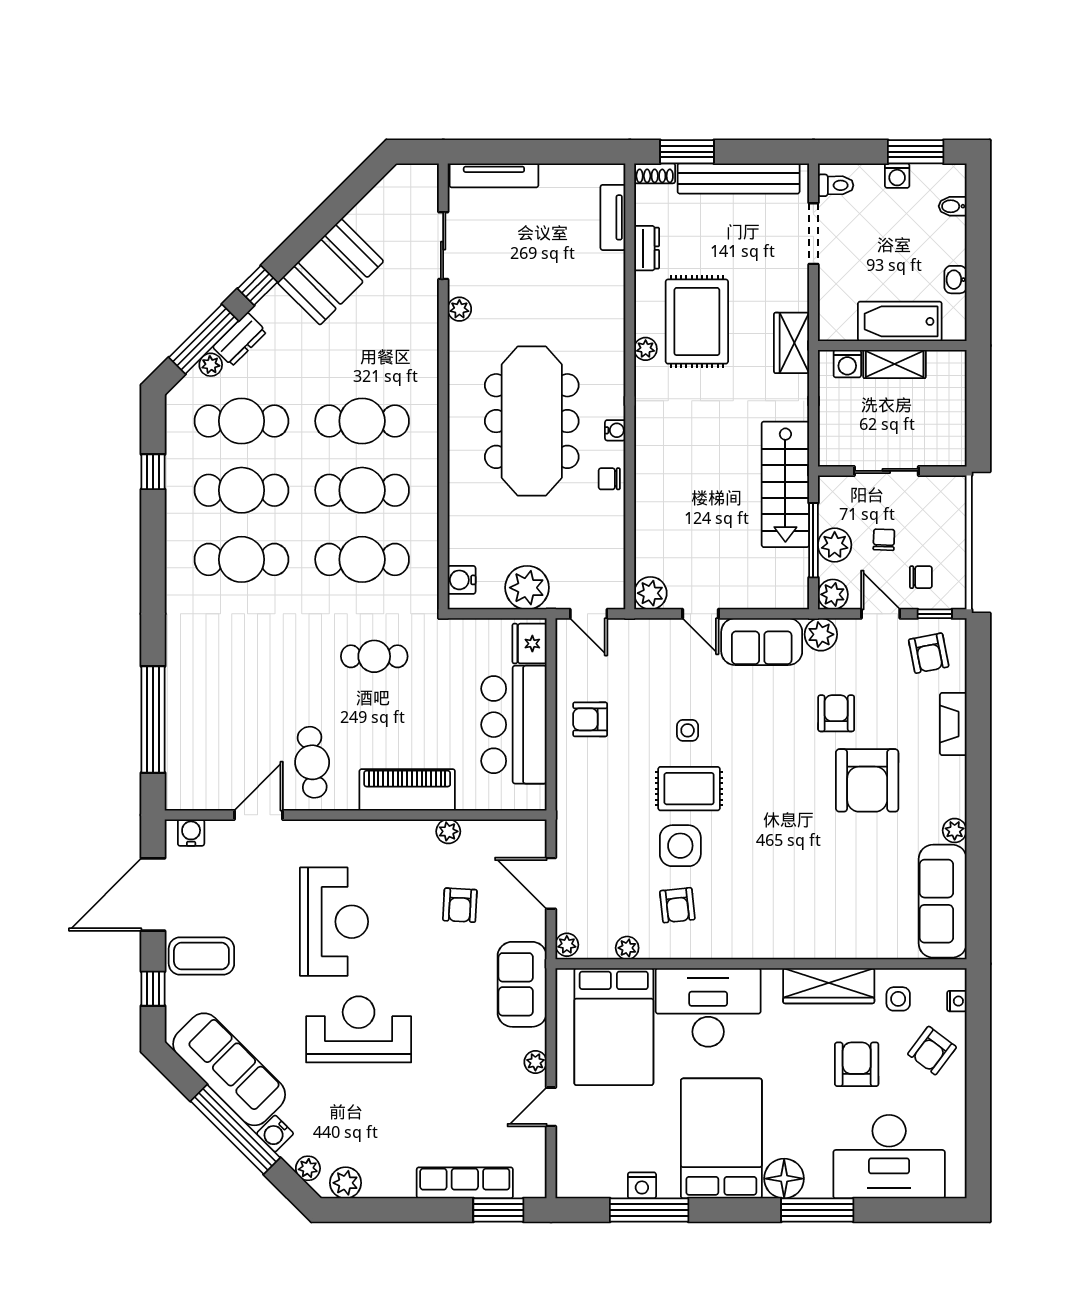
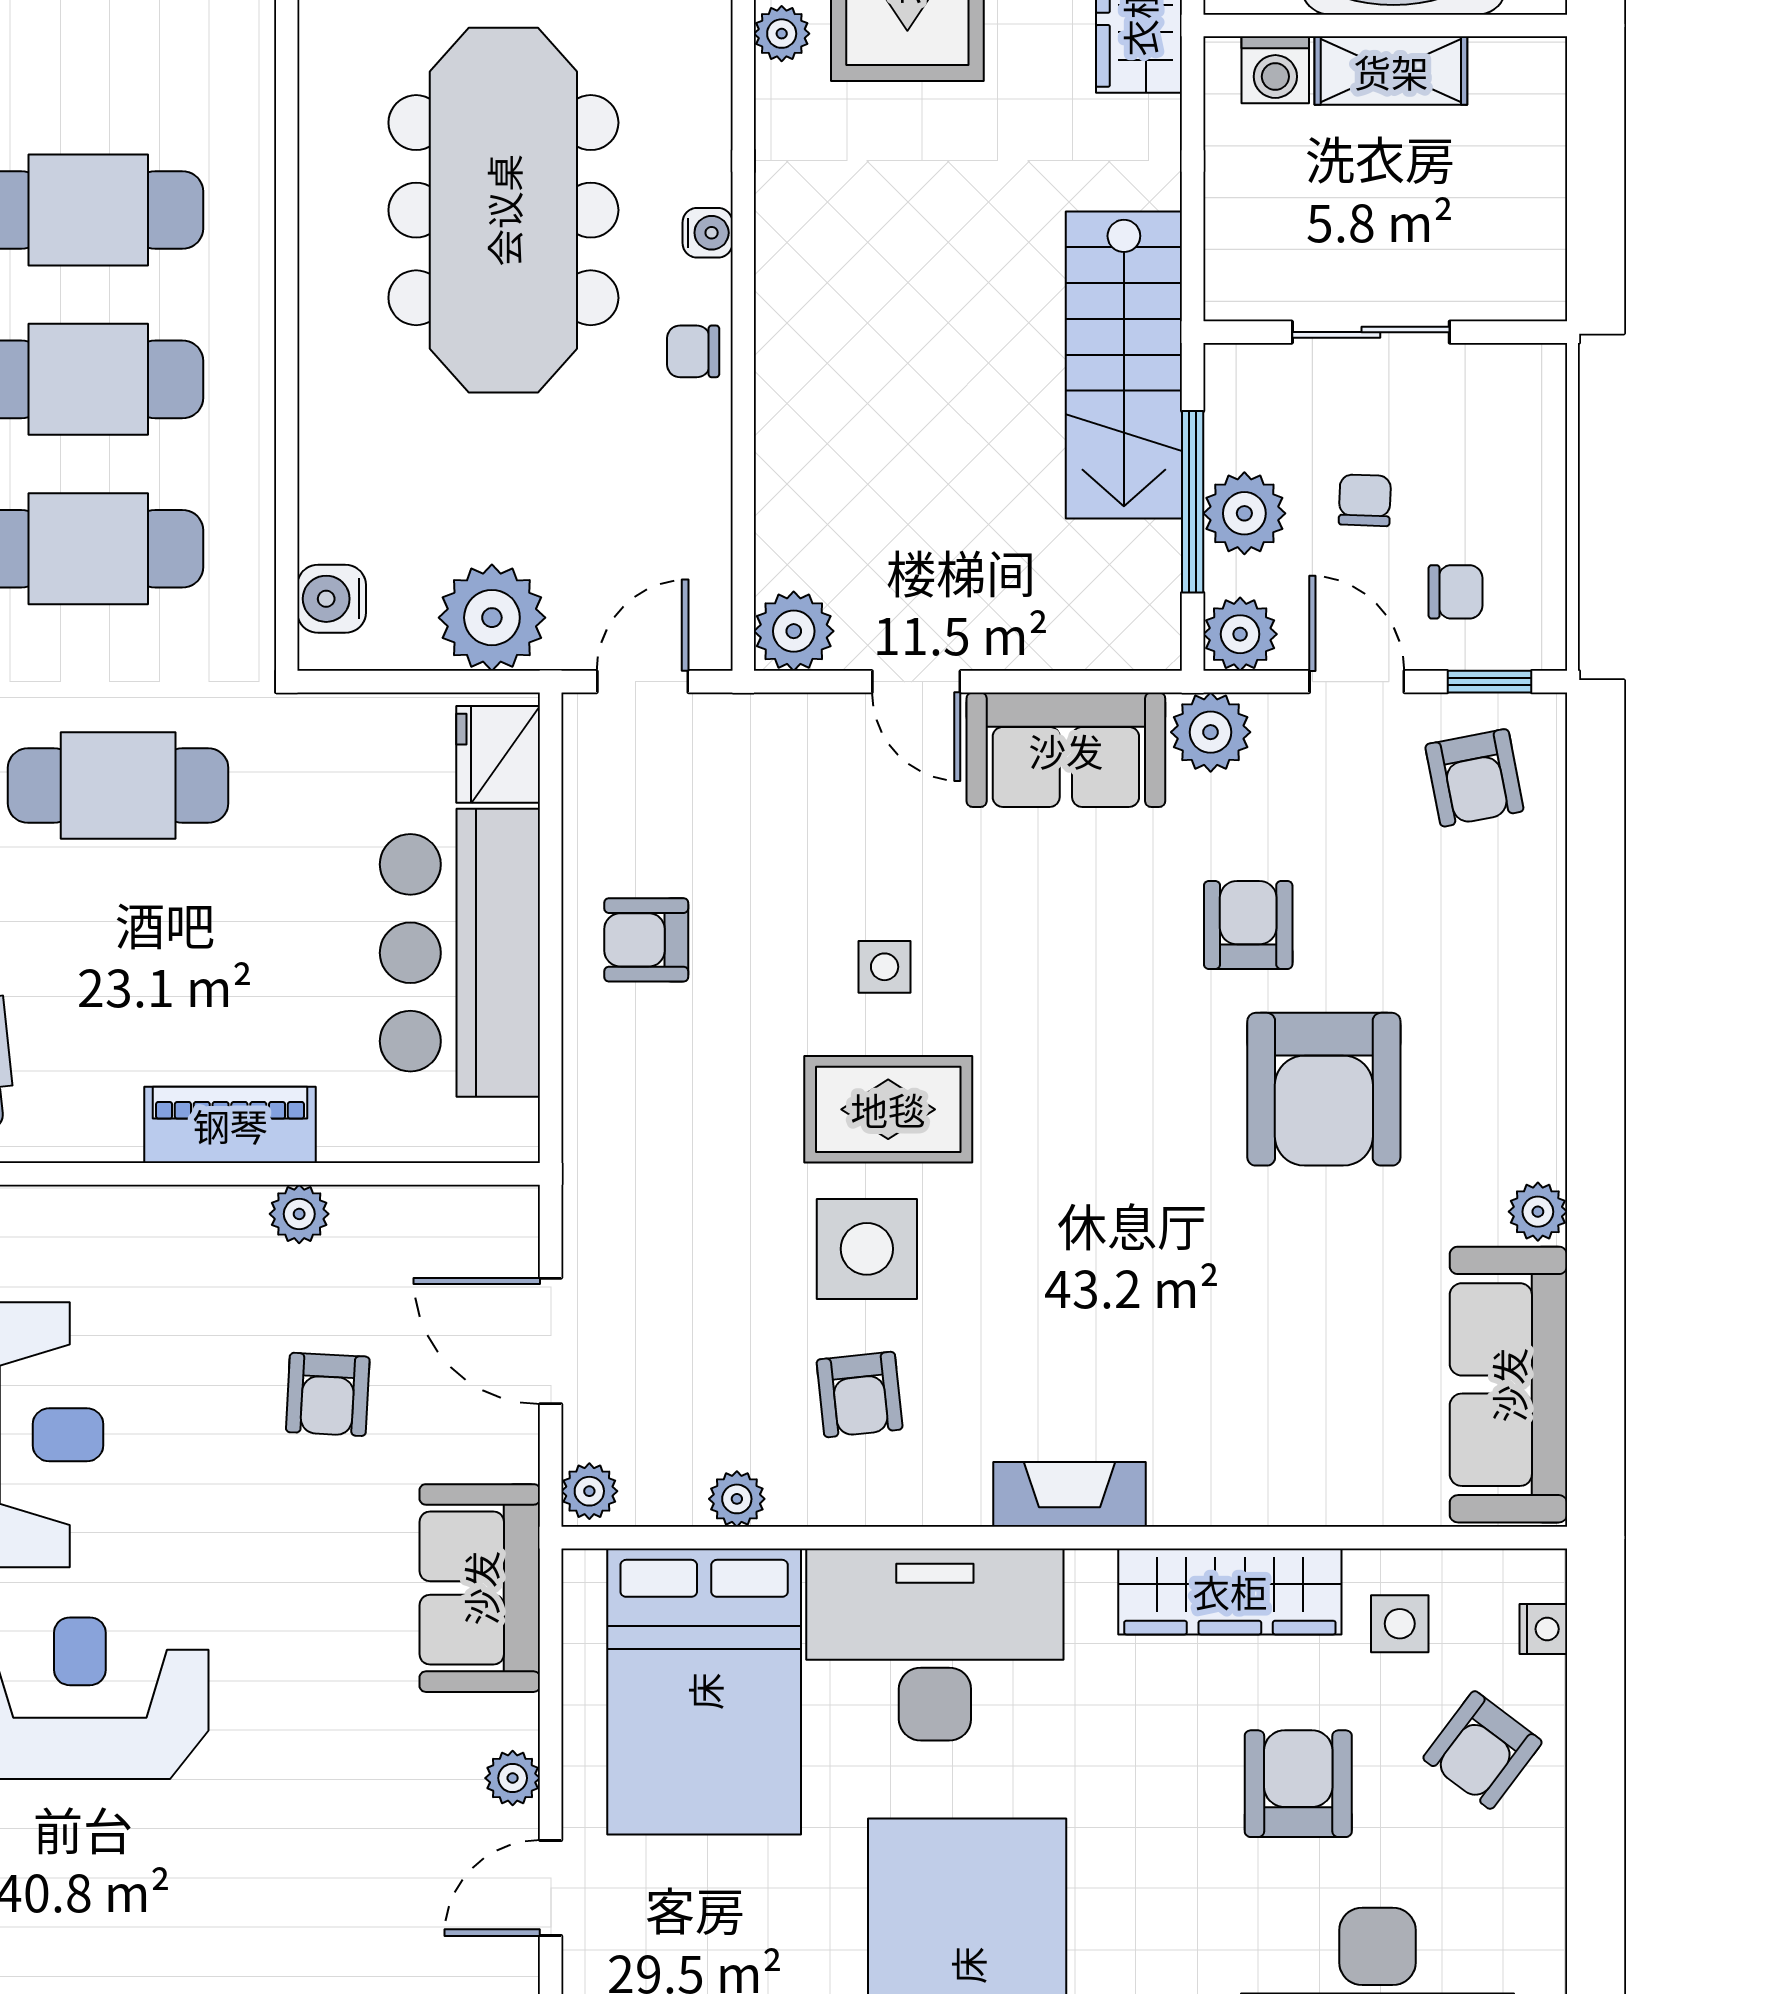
door: (589, 614) -> (643, 682), swing flipped
cafe table: (374, 656) -> (118, 786), width x1.37, depth x1.35
fireplace: (953, 724) -> (1069, 1494), moved, turned 90
piano: (407, 790) -> (230, 1125), width x0.73, depth x0.75

